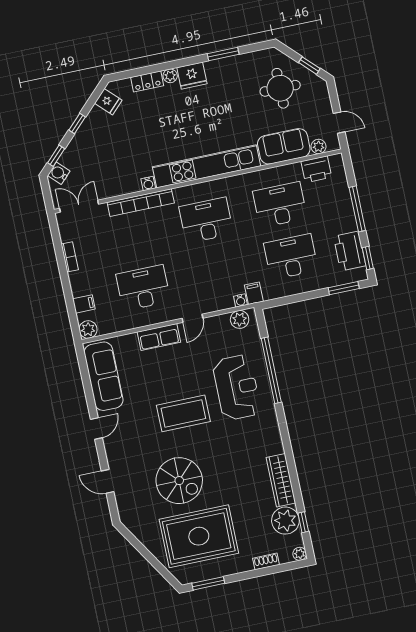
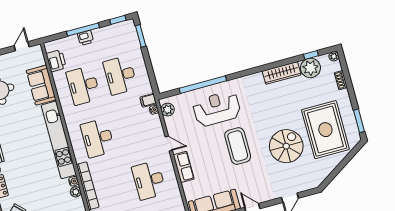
plant: (319, 146) -> (76, 192), moved
printer: (350, 251) -> (86, 38), moved, width x0.53, depth x0.68

